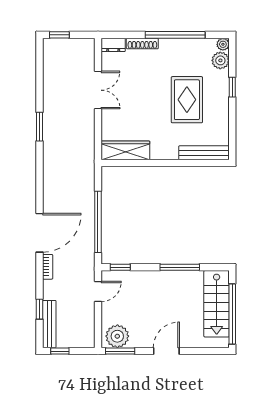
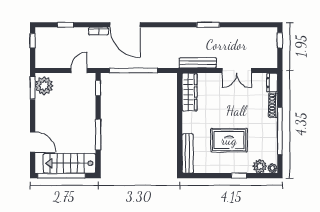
door: (98, 291) -> (79, 71), swing flipped
bench: (49, 324) -> (198, 63), moved
door: (166, 351) -> (33, 142), moved

